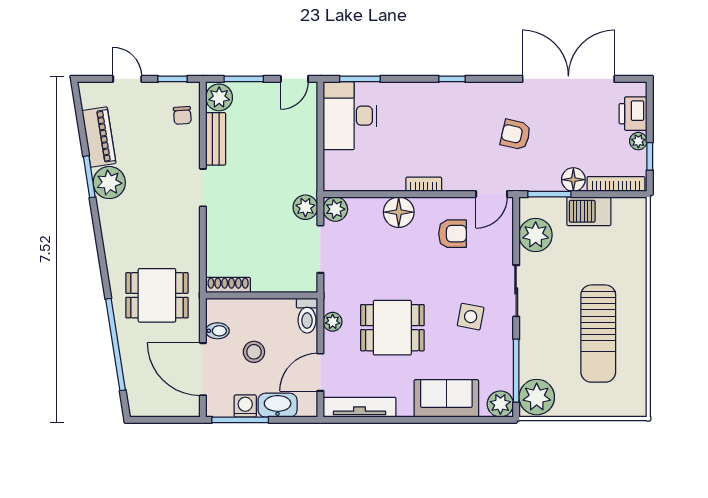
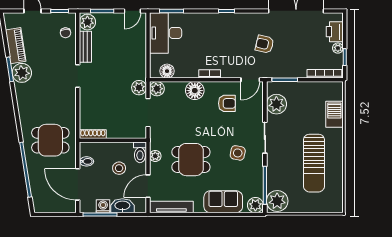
floor lamp: (573, 180) -> (167, 71), moved
barbecue: (589, 211) -> (334, 114), moved, turned 90
stool: (254, 352) -> (119, 168), moved

